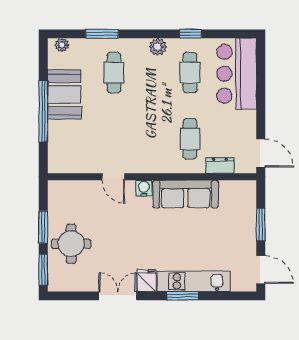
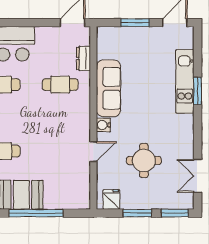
round table: (71, 244) -> (144, 161), moved
fridge: (146, 280) -> (111, 199), moved, turned 90
double door: (118, 296) -> (198, 176), moved

